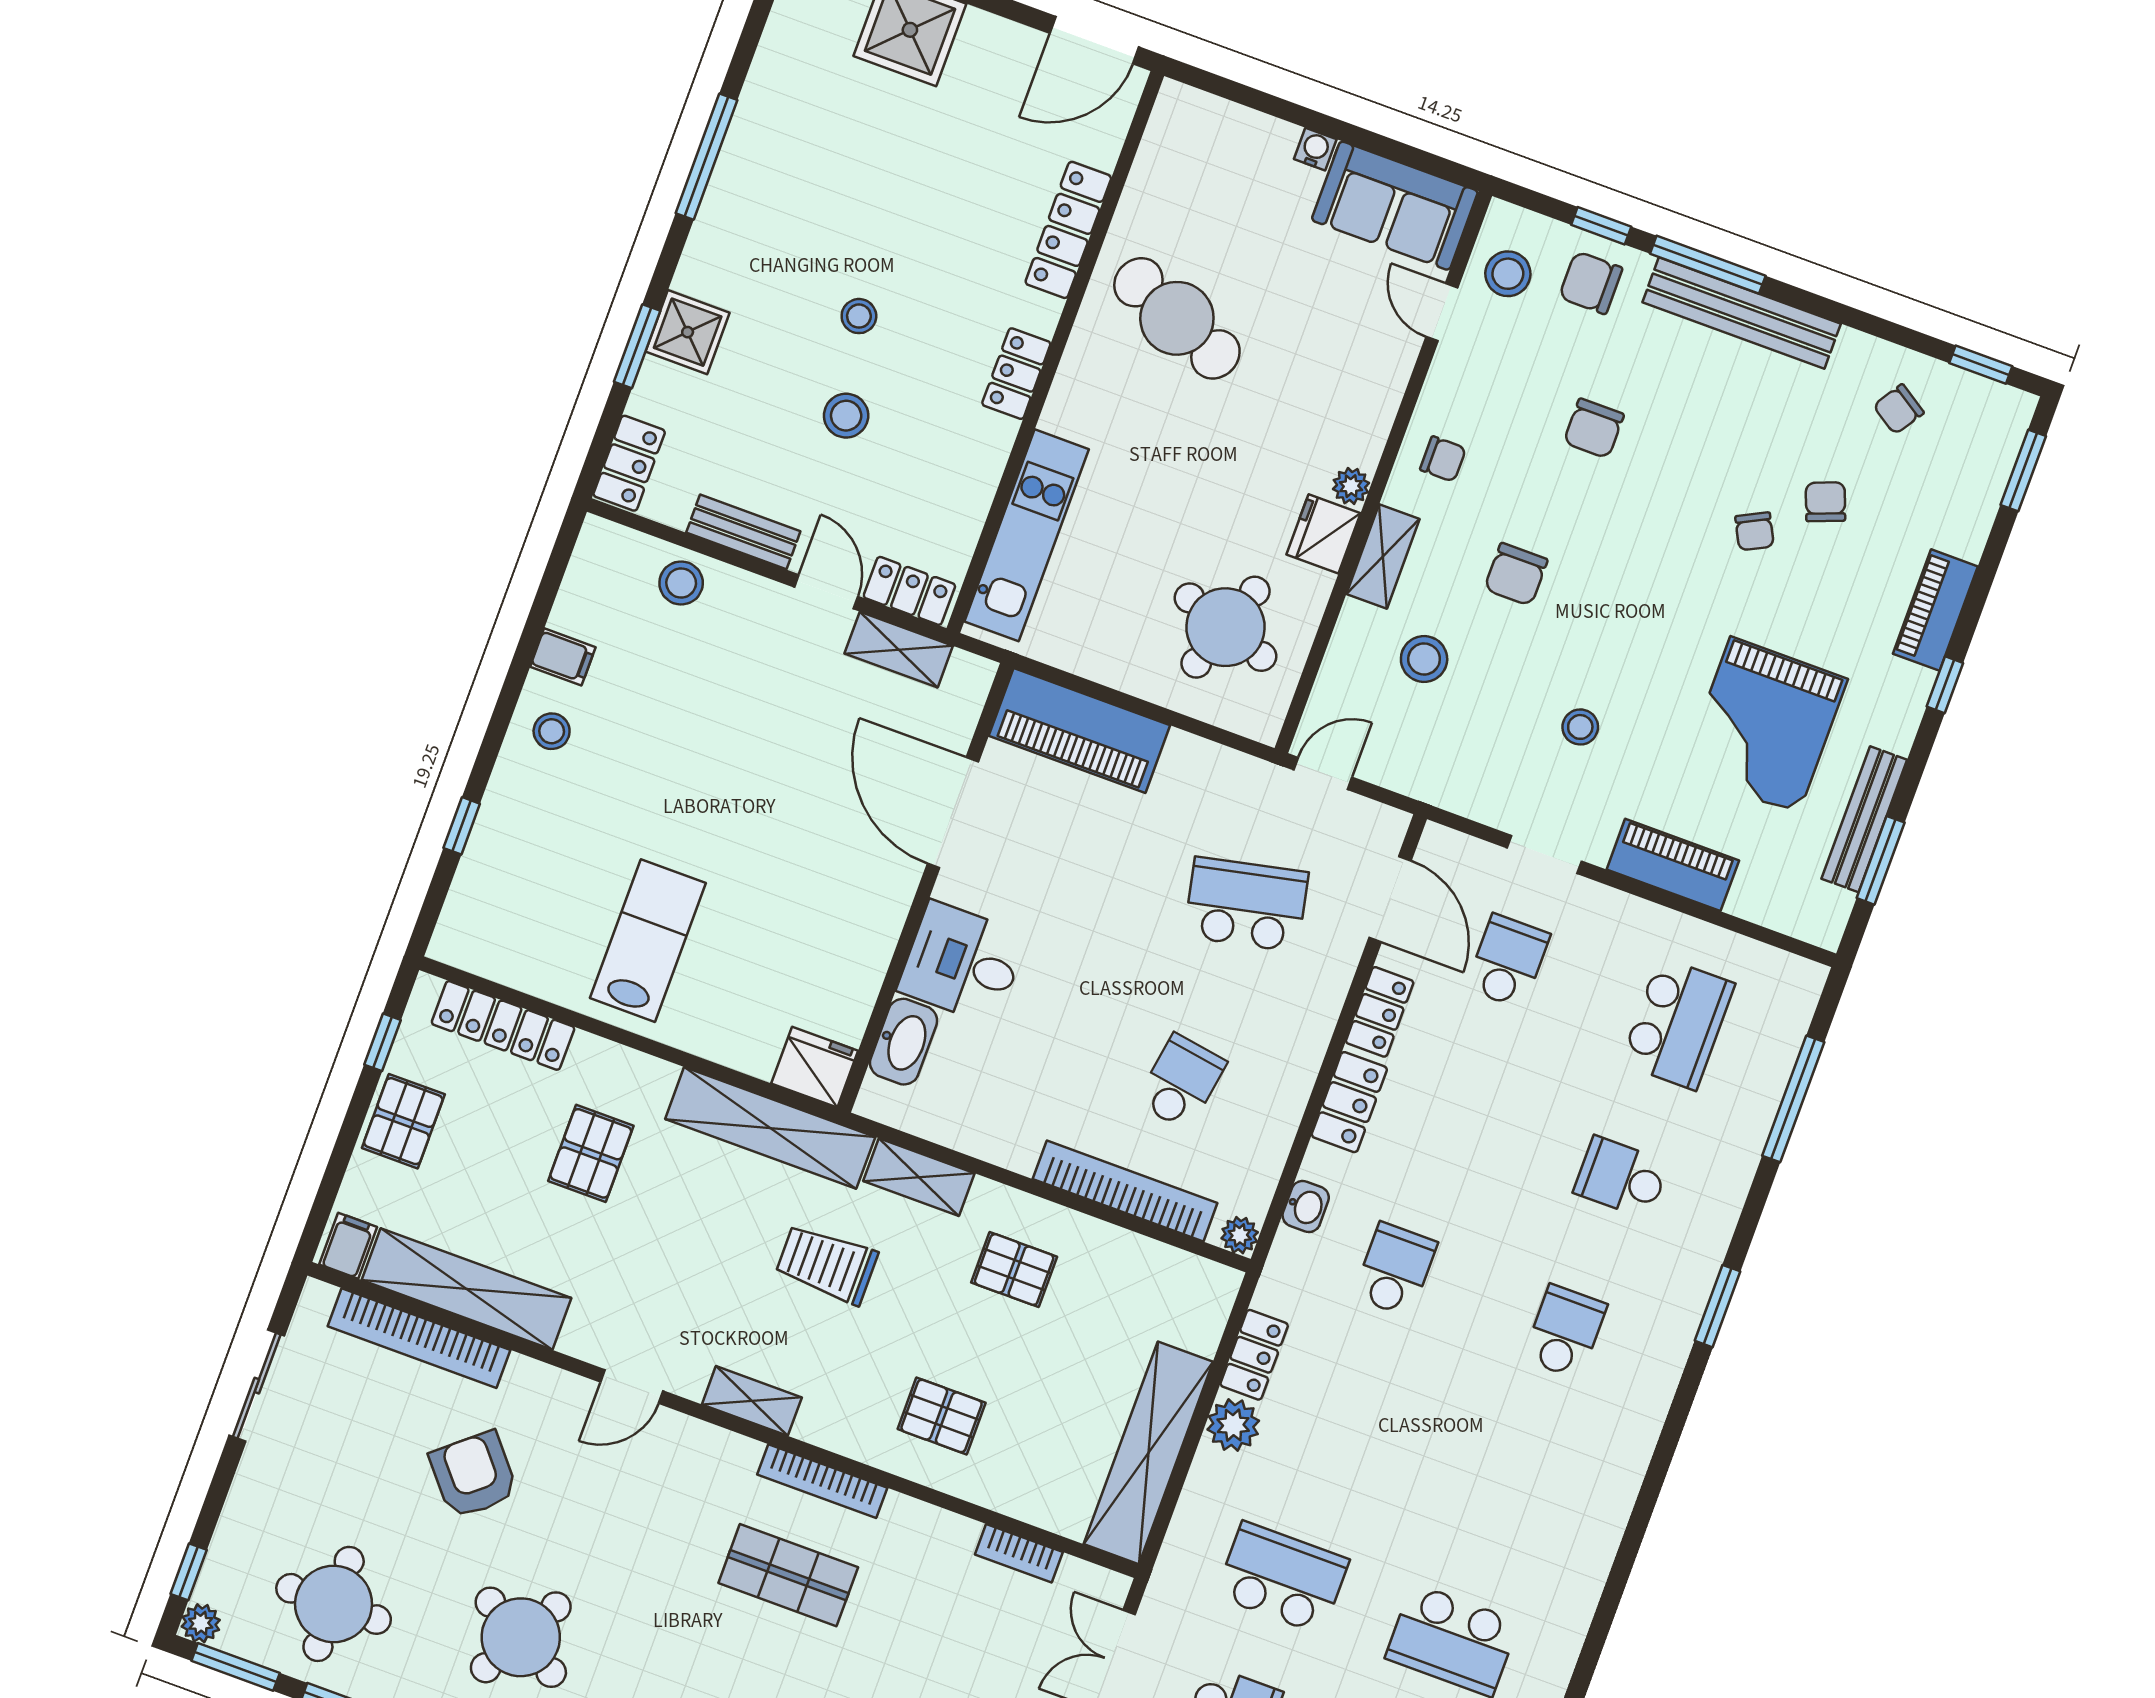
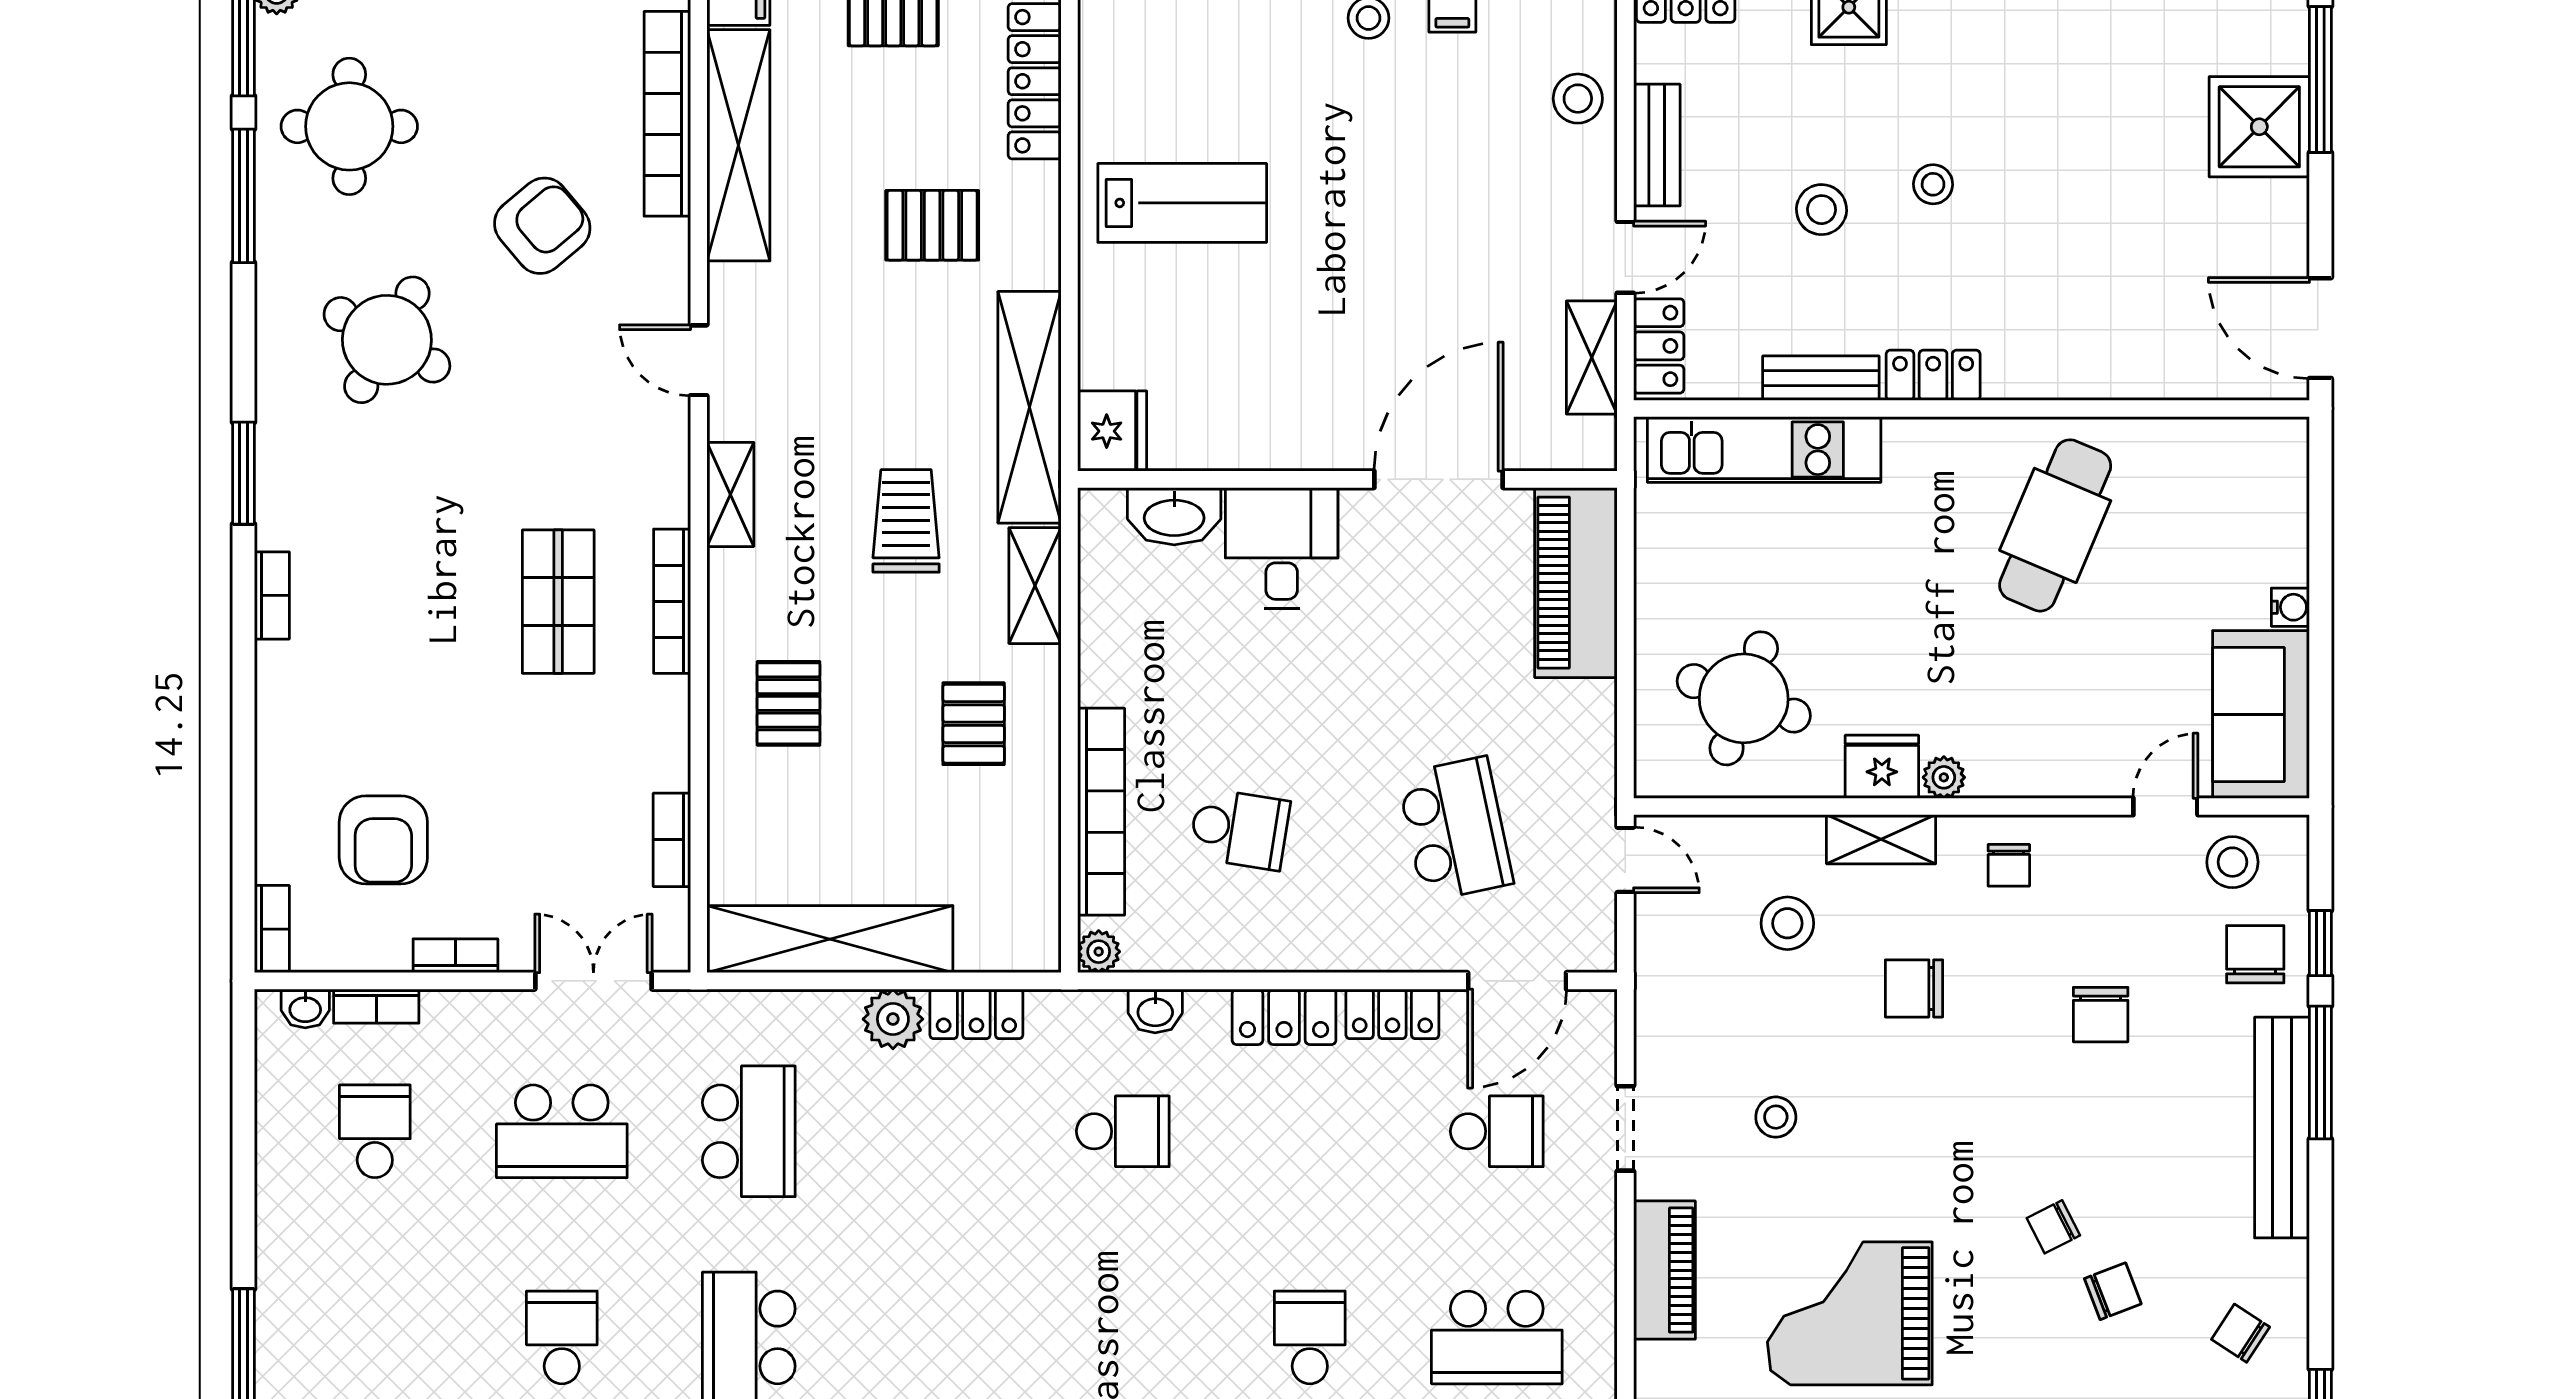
locker: (1068, 230) -> (2107, 375), removed
chair: (1594, 428) -> (2101, 1015), turned -90
bench: (985, 467) -> (1821, 378), added
school desk: (1565, 1332) -> (1123, 1337), removed

